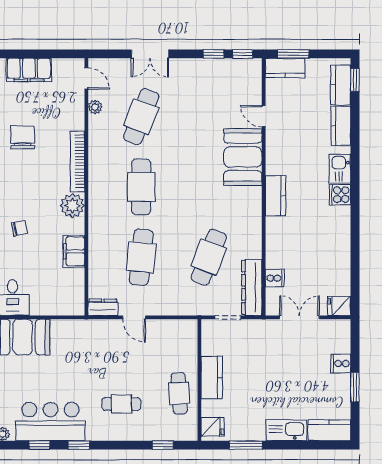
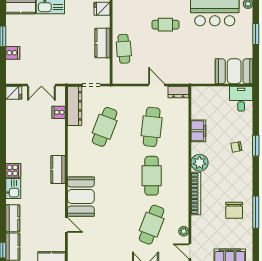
cafe table: (179, 393) -> (124, 49), moved

